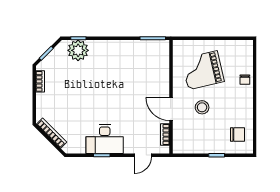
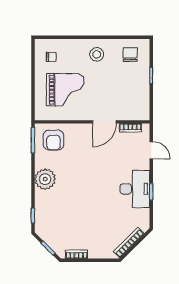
plant: (78, 50) -> (45, 179), moved
armchair: (153, 59) -> (54, 140), added
grand piano: (203, 70) -> (65, 90), turned -77
chair: (245, 80) -> (51, 57), moved
stool: (202, 107) -> (97, 54), moved

